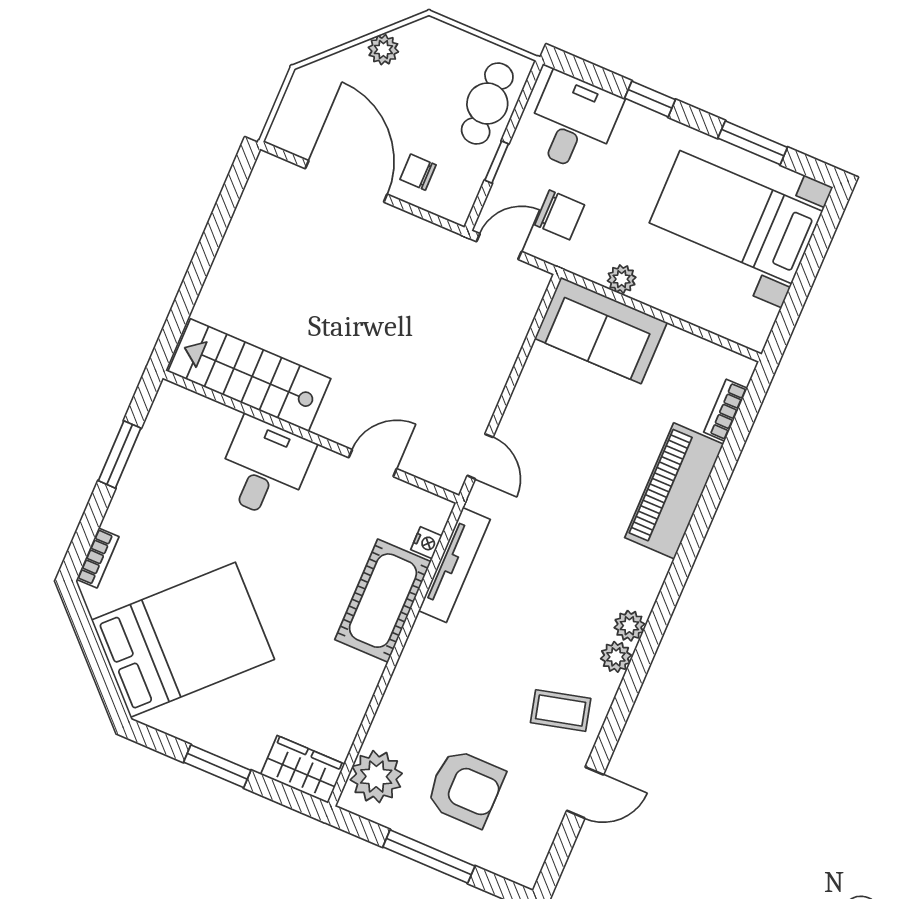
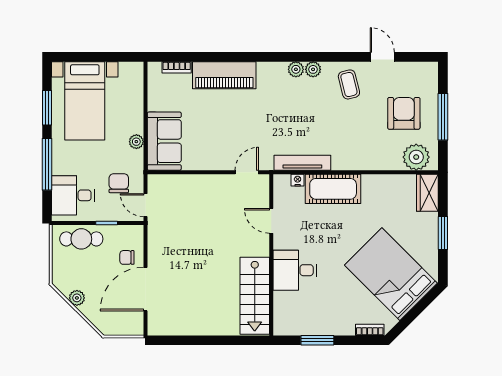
window: (650, 99) -> (47, 164), width x2.17
chair: (418, 172) -> (127, 257), turned 90

